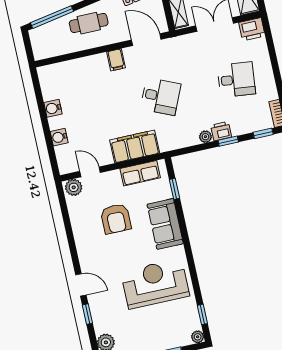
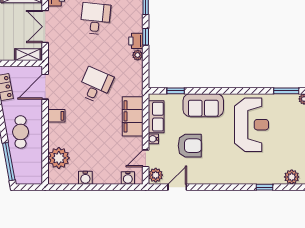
plant: (69, 73) -> (59, 158), added
water cooler: (59, 137) -> (128, 178), moved
water cooler: (114, 176) -> (153, 139), added
reception desk: (155, 284) -> (252, 125), turned 180
door: (81, 285) -> (177, 187), moved
window: (202, 314) -> (286, 91), width x1.50

